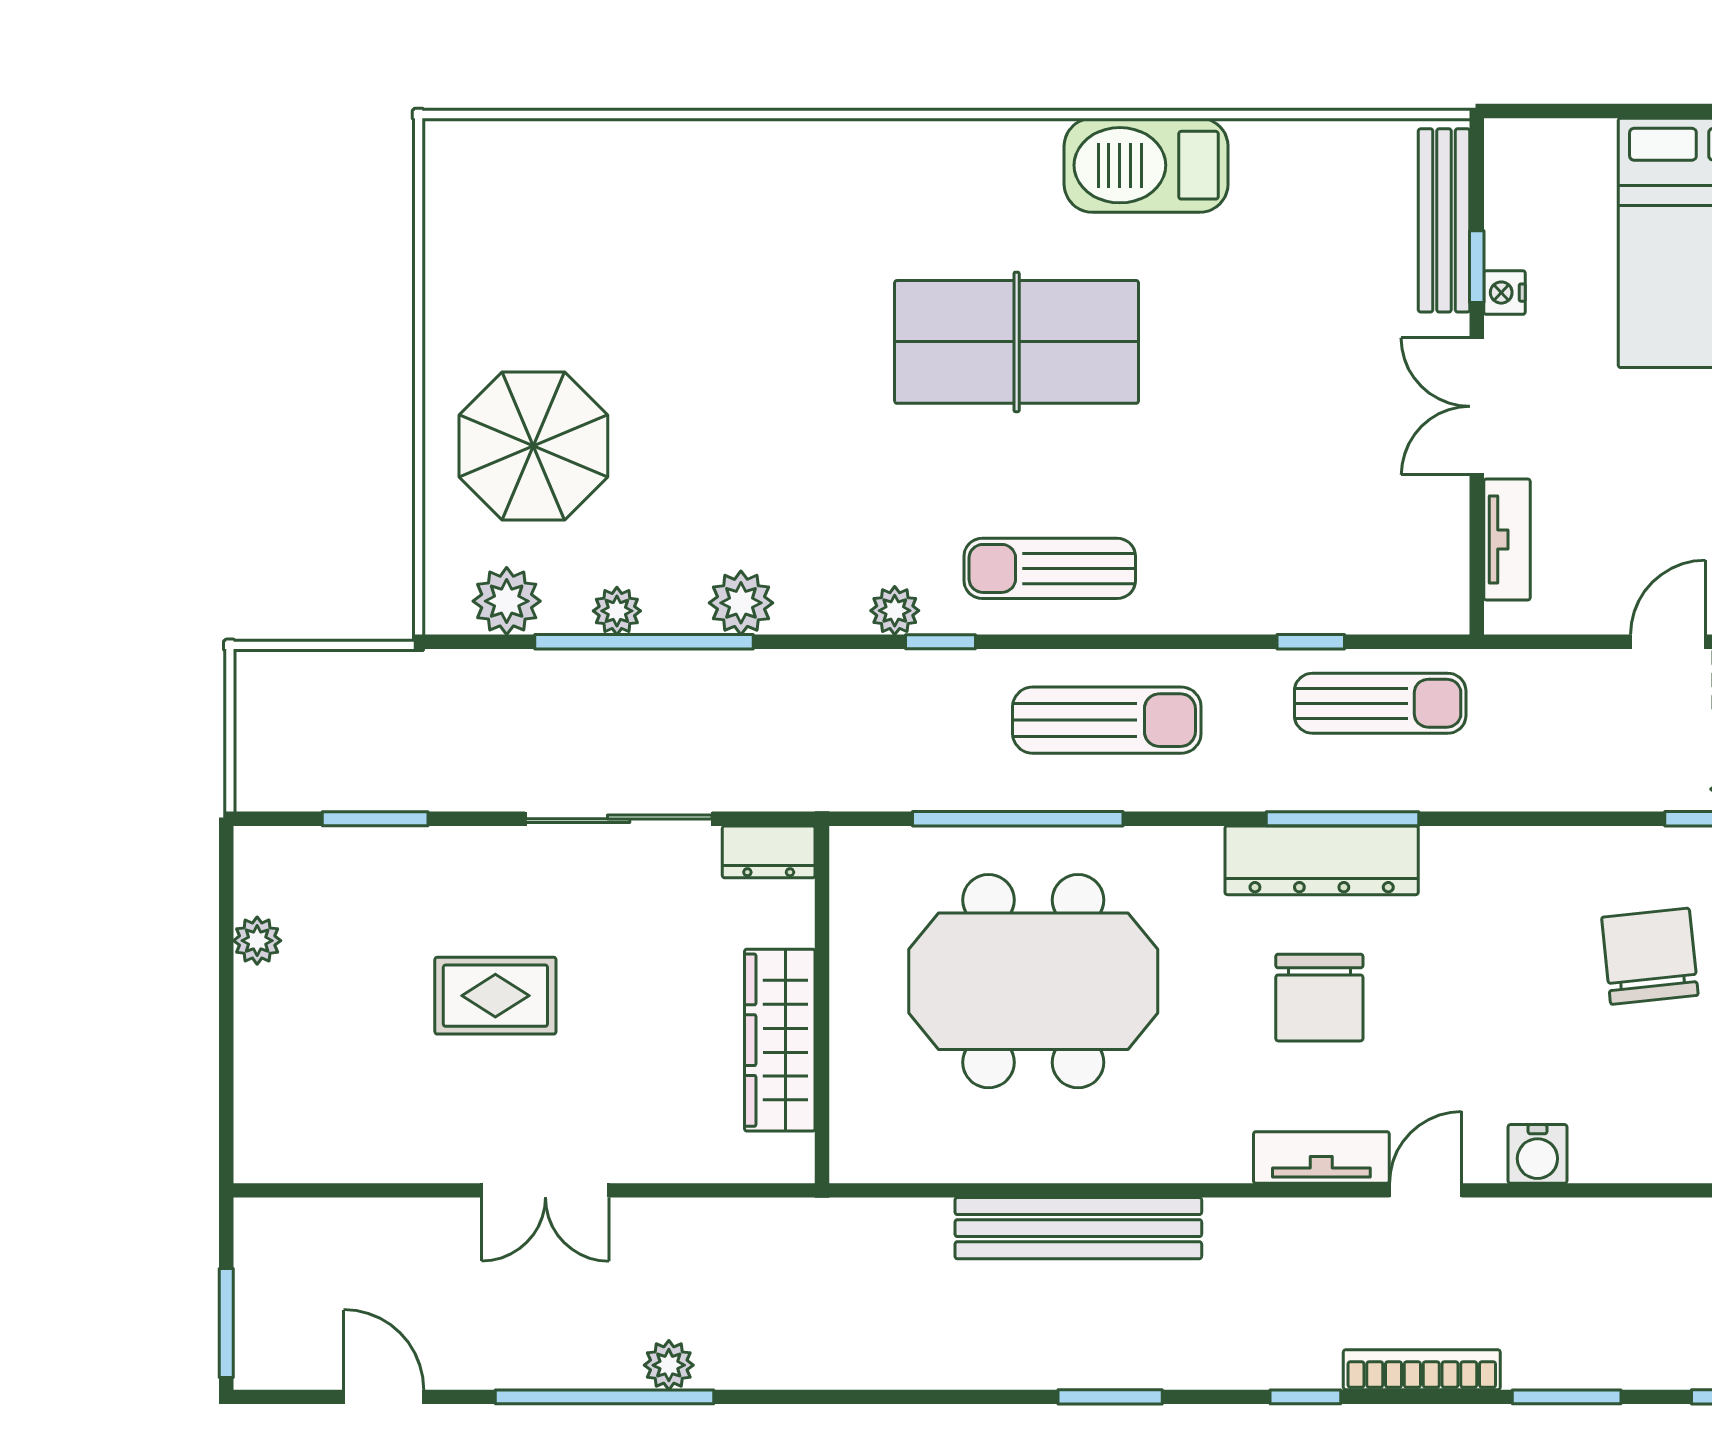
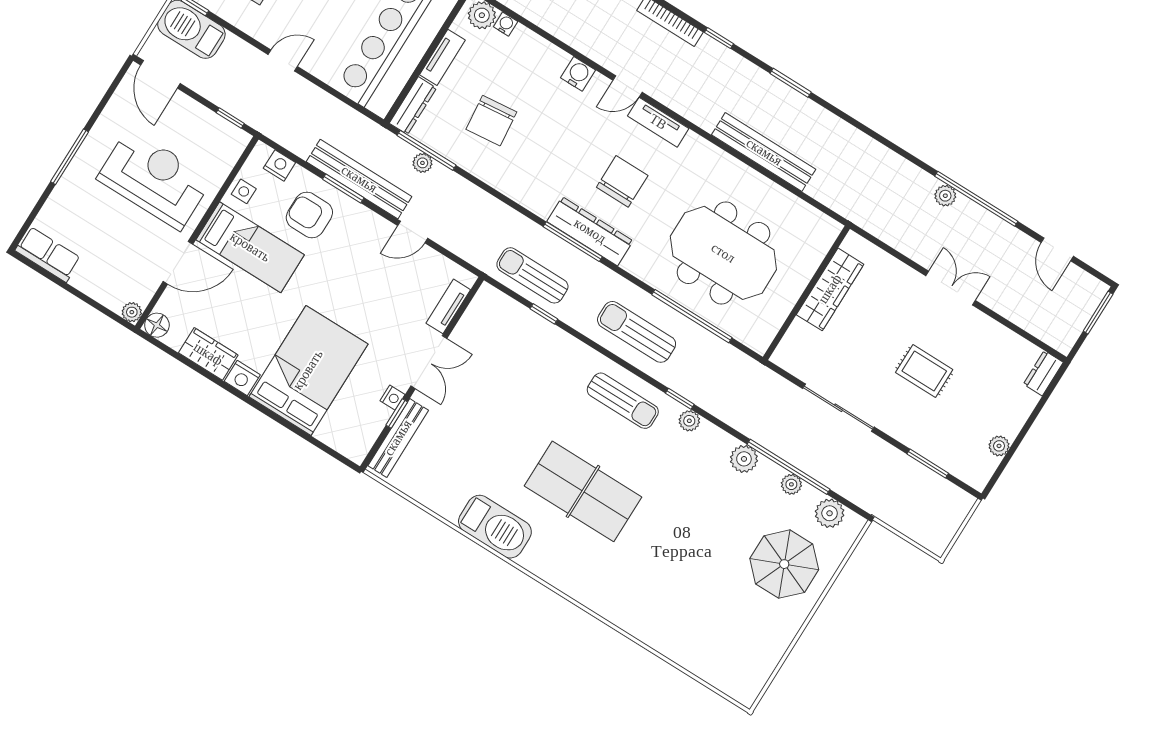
dresser: (769, 852) -> (1043, 373), moved, turned -90

